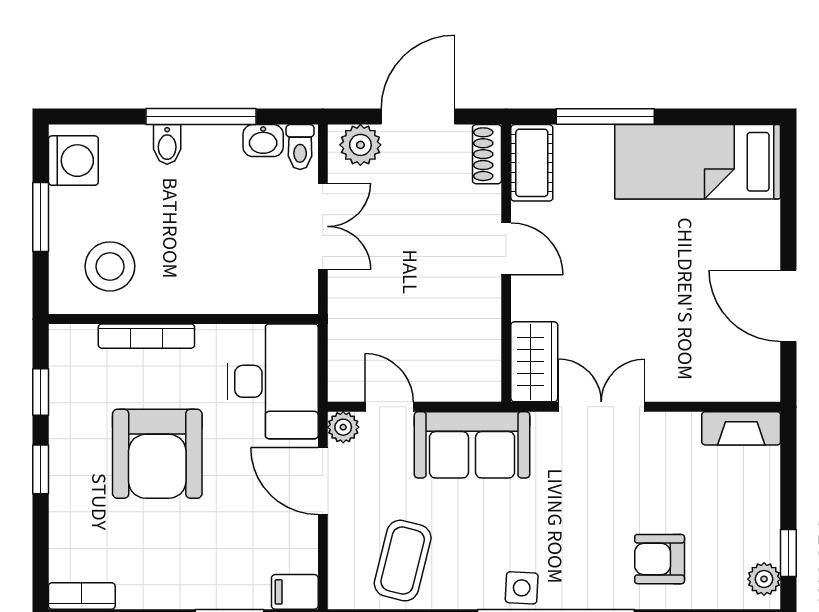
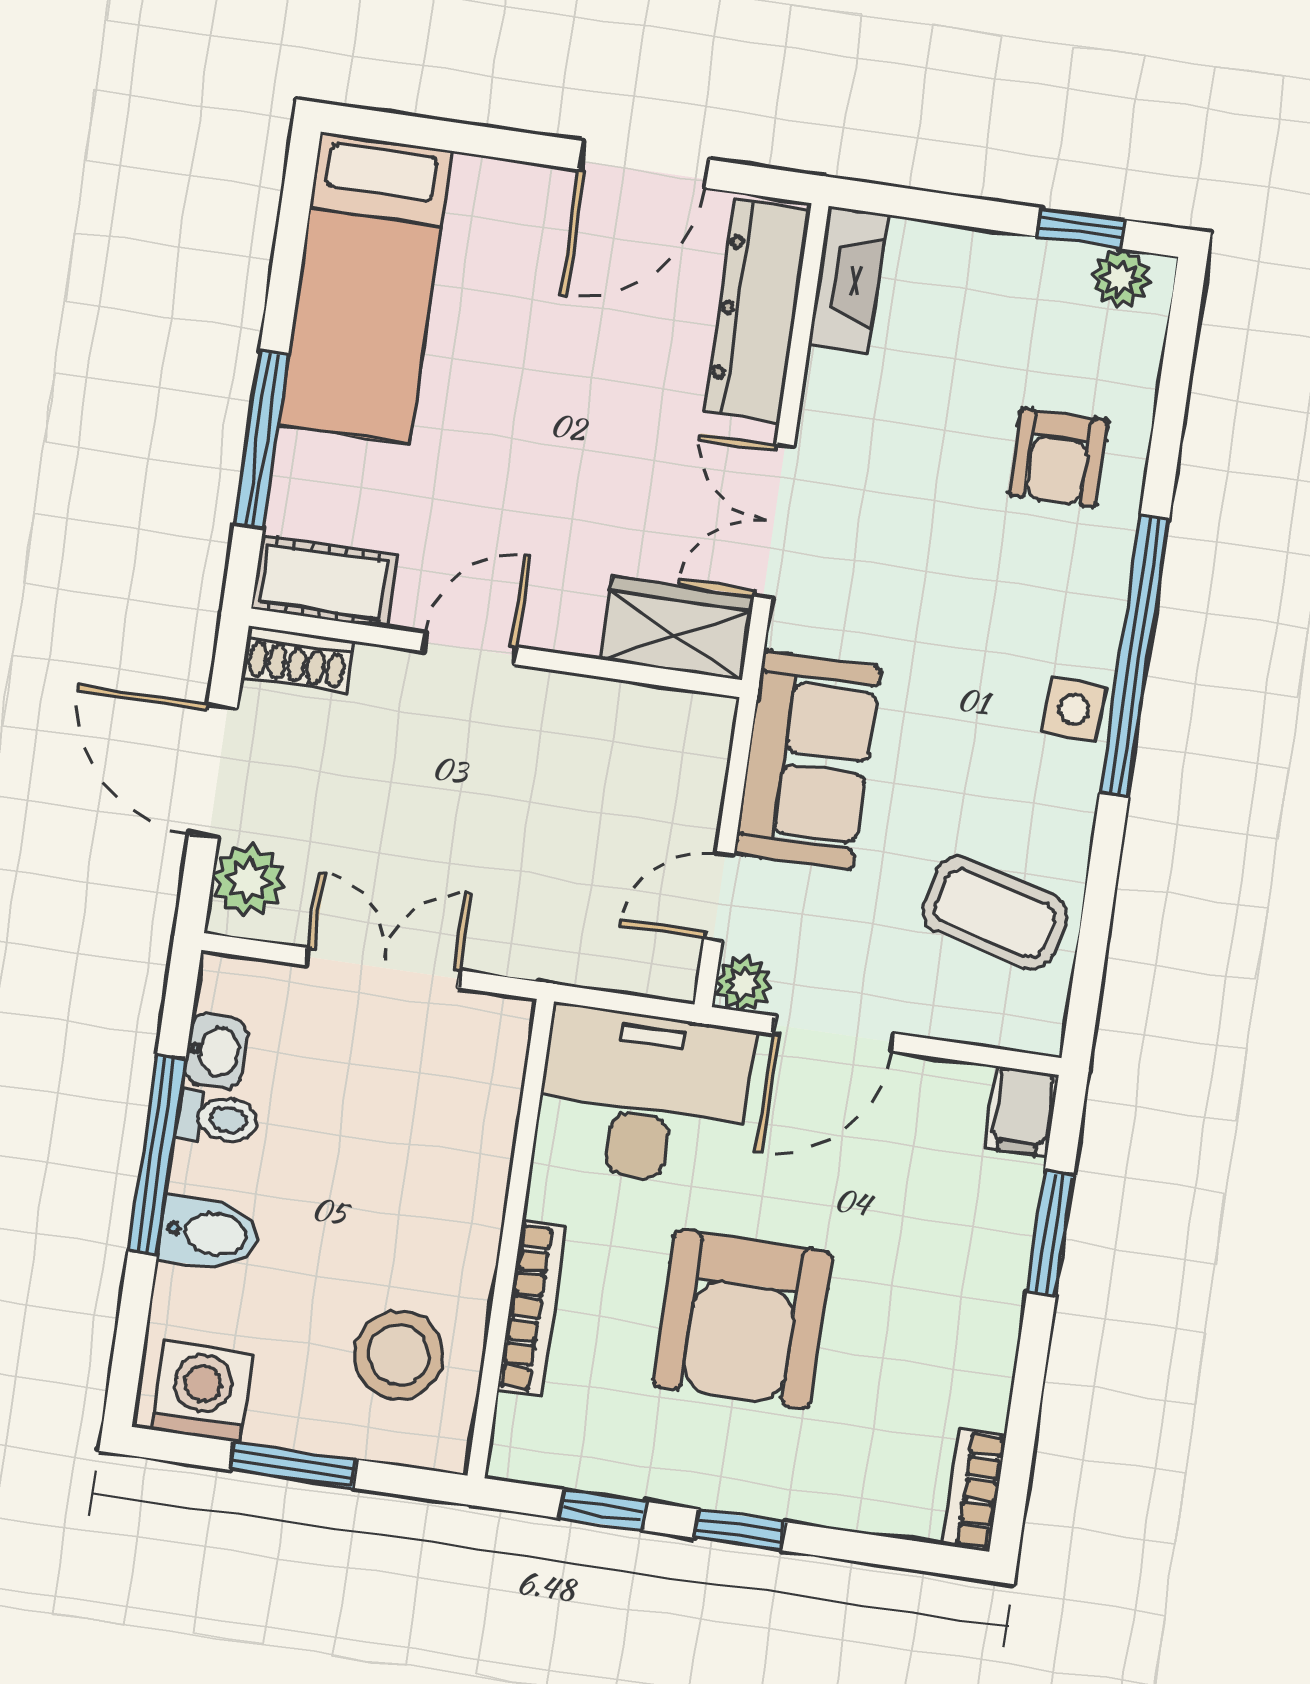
bidet: (167, 144) -> (209, 1233), width x1.38, depth x1.36
toilet: (300, 147) -> (217, 1118), moved
dresser: (716, 381) -> (757, 311), added
armchair: (157, 454) -> (742, 1319), turned 90

